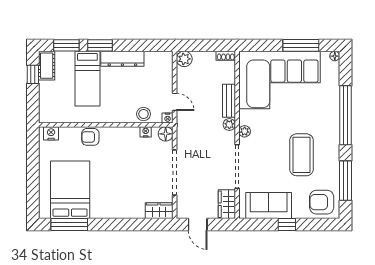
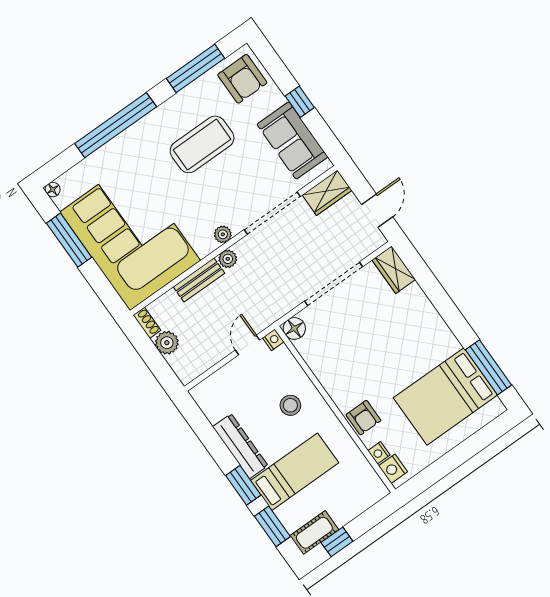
plant: (184, 59) -> (167, 343), moved
stool: (144, 114) -> (290, 405), moved
nightstand: (146, 132) -> (379, 453), moved

